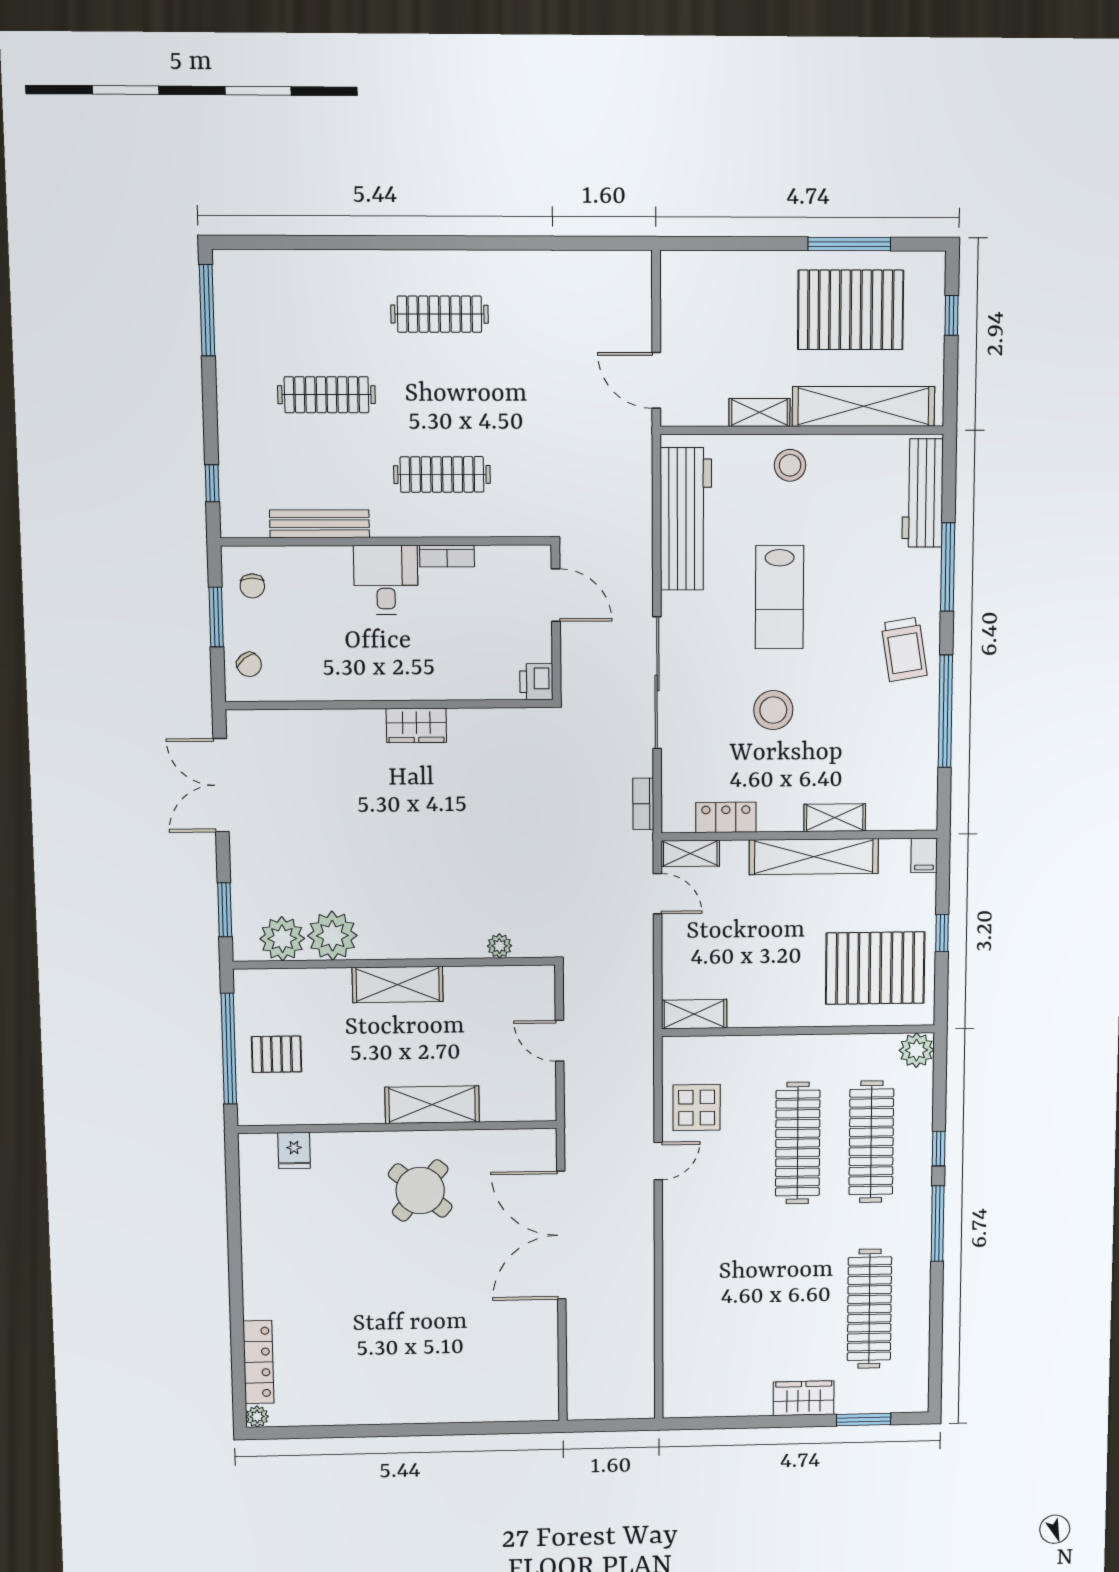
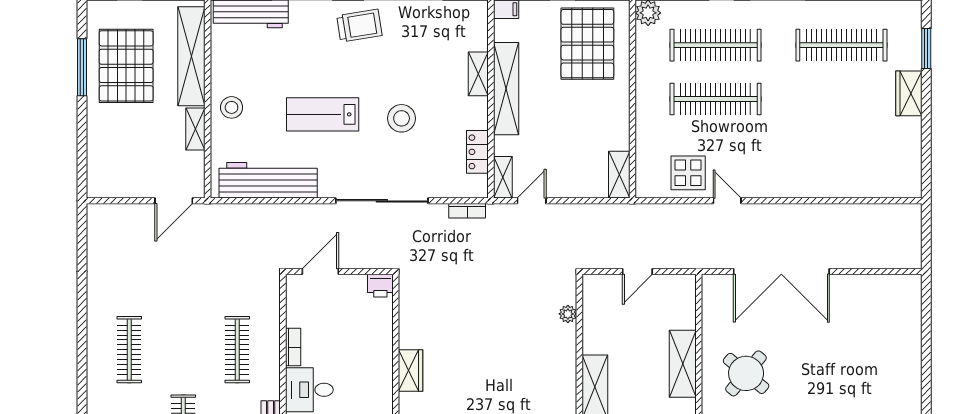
lab bench: (779, 597) -> (323, 114), turned 180

